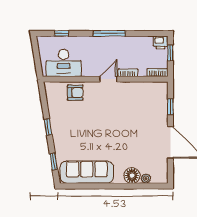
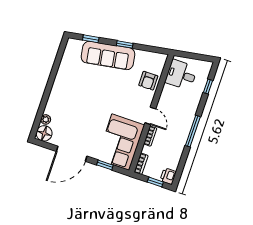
desk: (64, 63) -> (181, 75), width x0.73
corner sofa: (143, 99) -> (121, 142), added
sofa: (87, 172) -> (108, 55), moved, turned 81
floor lamp: (132, 176) -> (44, 133), moved

